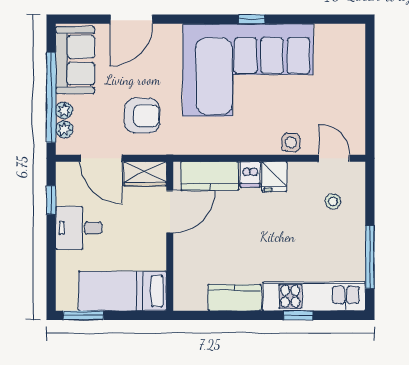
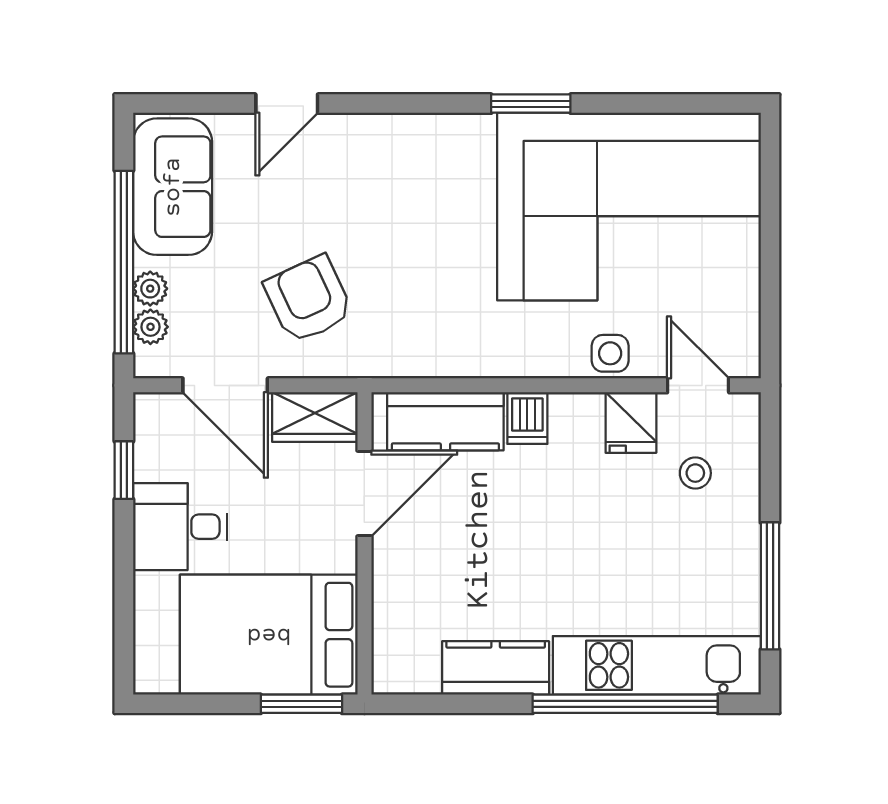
door: (131, 19) -> (287, 104), width x0.73
window: (252, 19) -> (531, 104), width x1.50
corner sofa: (248, 70) -> (629, 207), moved
armchair: (142, 116) -> (309, 299), turned -115
fridge: (274, 177) -> (631, 423), moved
bed: (123, 291) -> (269, 635), width x1.50
window: (83, 315) -> (301, 704), moved
window: (298, 315) -> (625, 704), width x3.17

